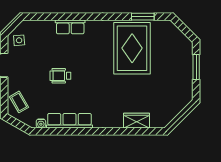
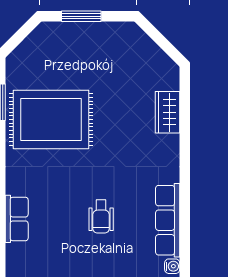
wheelchair: (60, 76) -> (101, 217), moved

